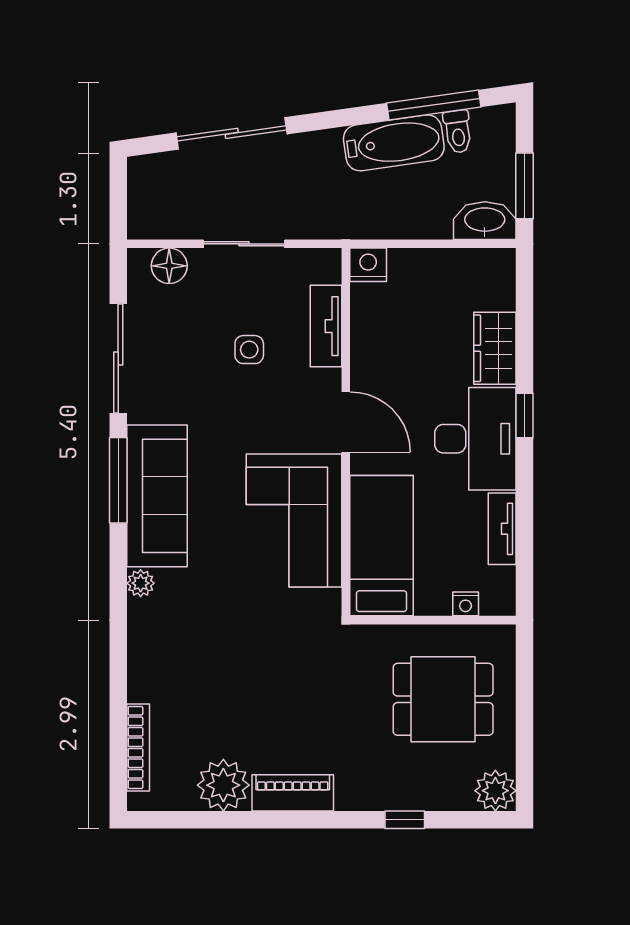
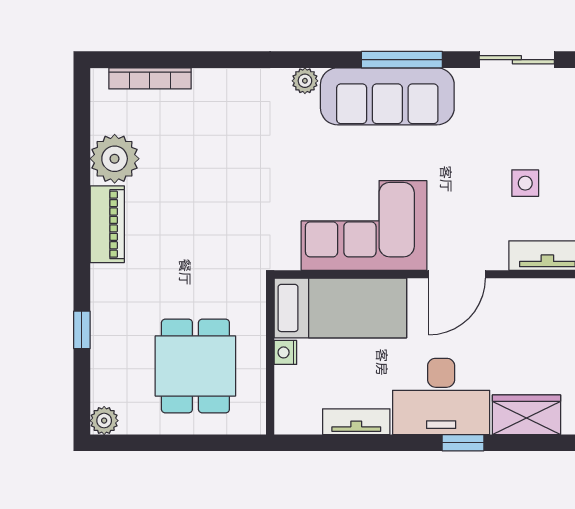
sliding door: (118, 358) -> (517, 60), width x0.73
nightstand: (466, 604) -> (285, 352), moved
plant: (495, 791) -> (104, 421), width x0.73, depth x0.73

